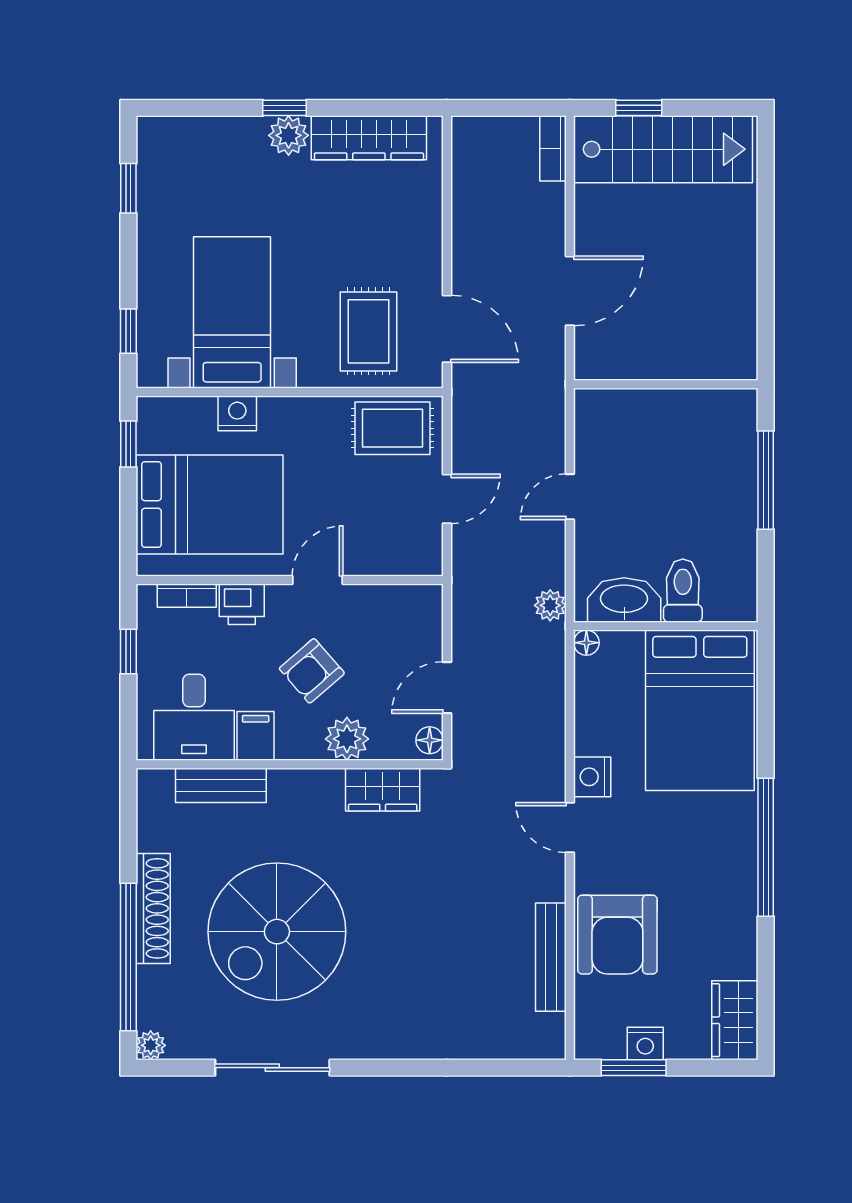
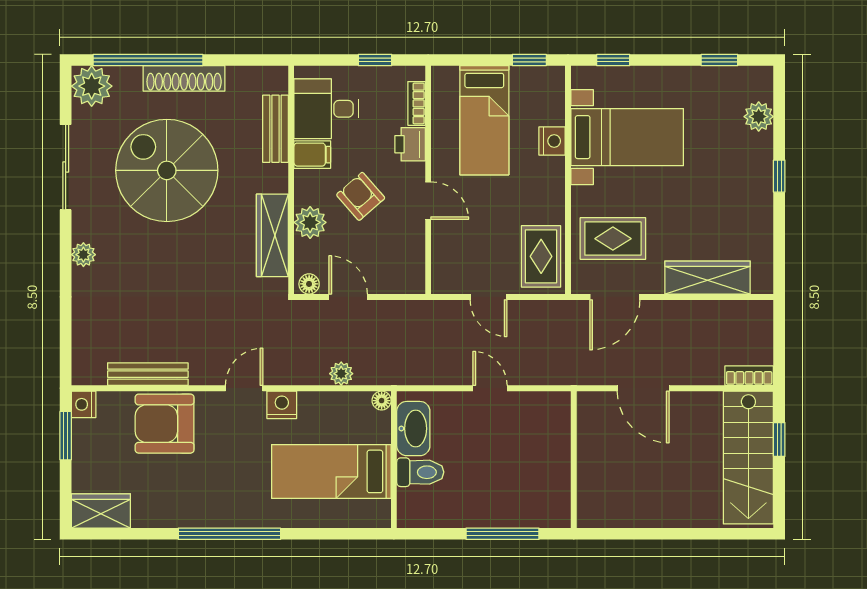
plant: (289, 135) -> (759, 117), moved
wardrobe: (369, 138) -> (707, 278), moved, turned 90
bed: (209, 504) -> (484, 120), width x0.67
plant: (550, 605) -> (341, 374), moved
bed: (700, 710) -> (331, 471), width x0.67
wardrobe: (383, 790) -> (272, 235), width x1.50
nightstand: (645, 1043) -> (84, 404), moved
plant: (390, 1044) -> (83, 255), added
plant: (151, 1045) -> (92, 86), width x1.88, depth x1.88

